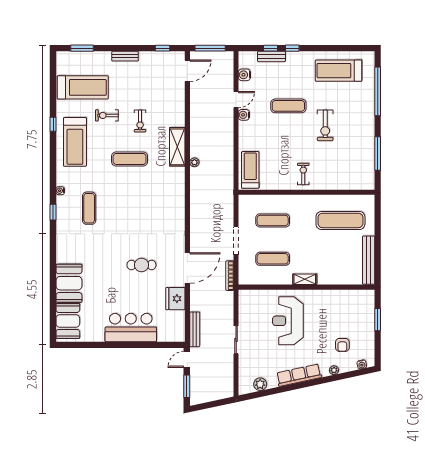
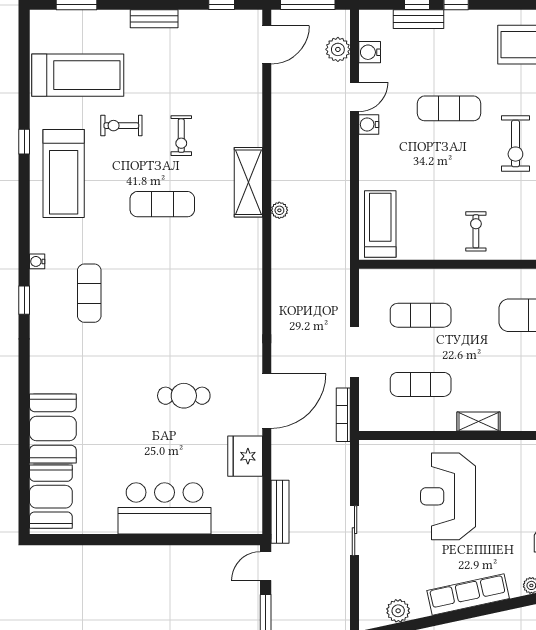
plant: (227, 73) -> (338, 49), added

